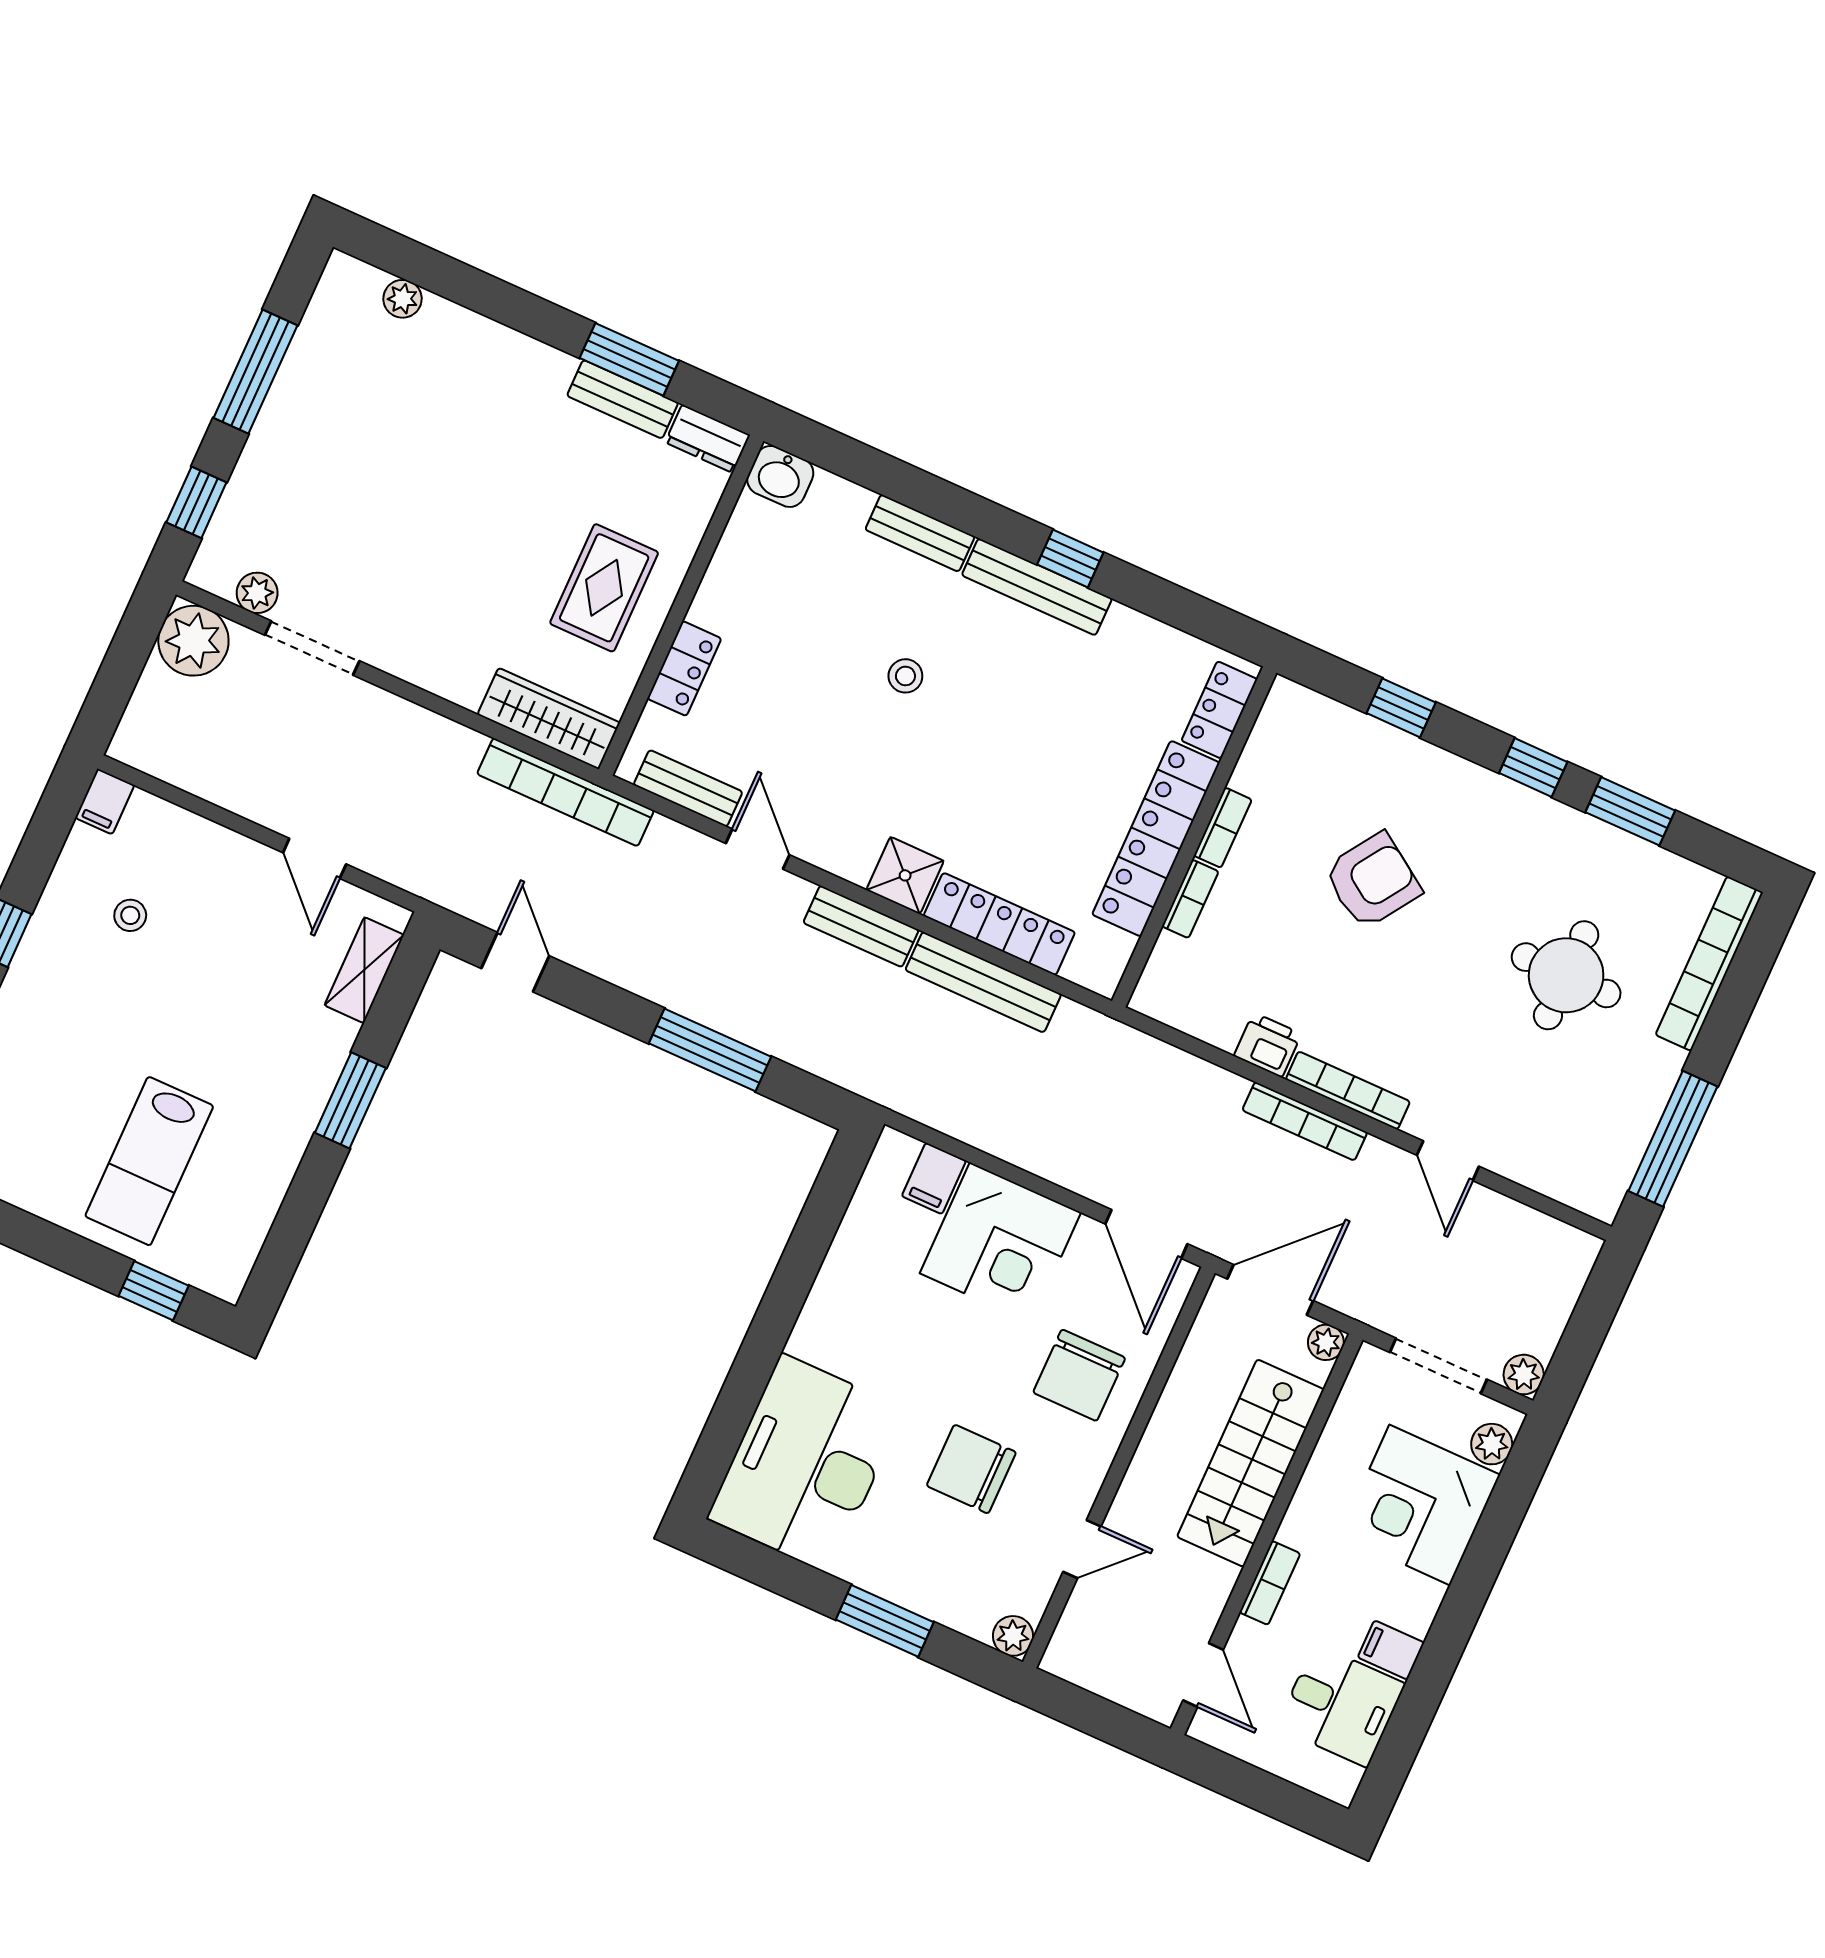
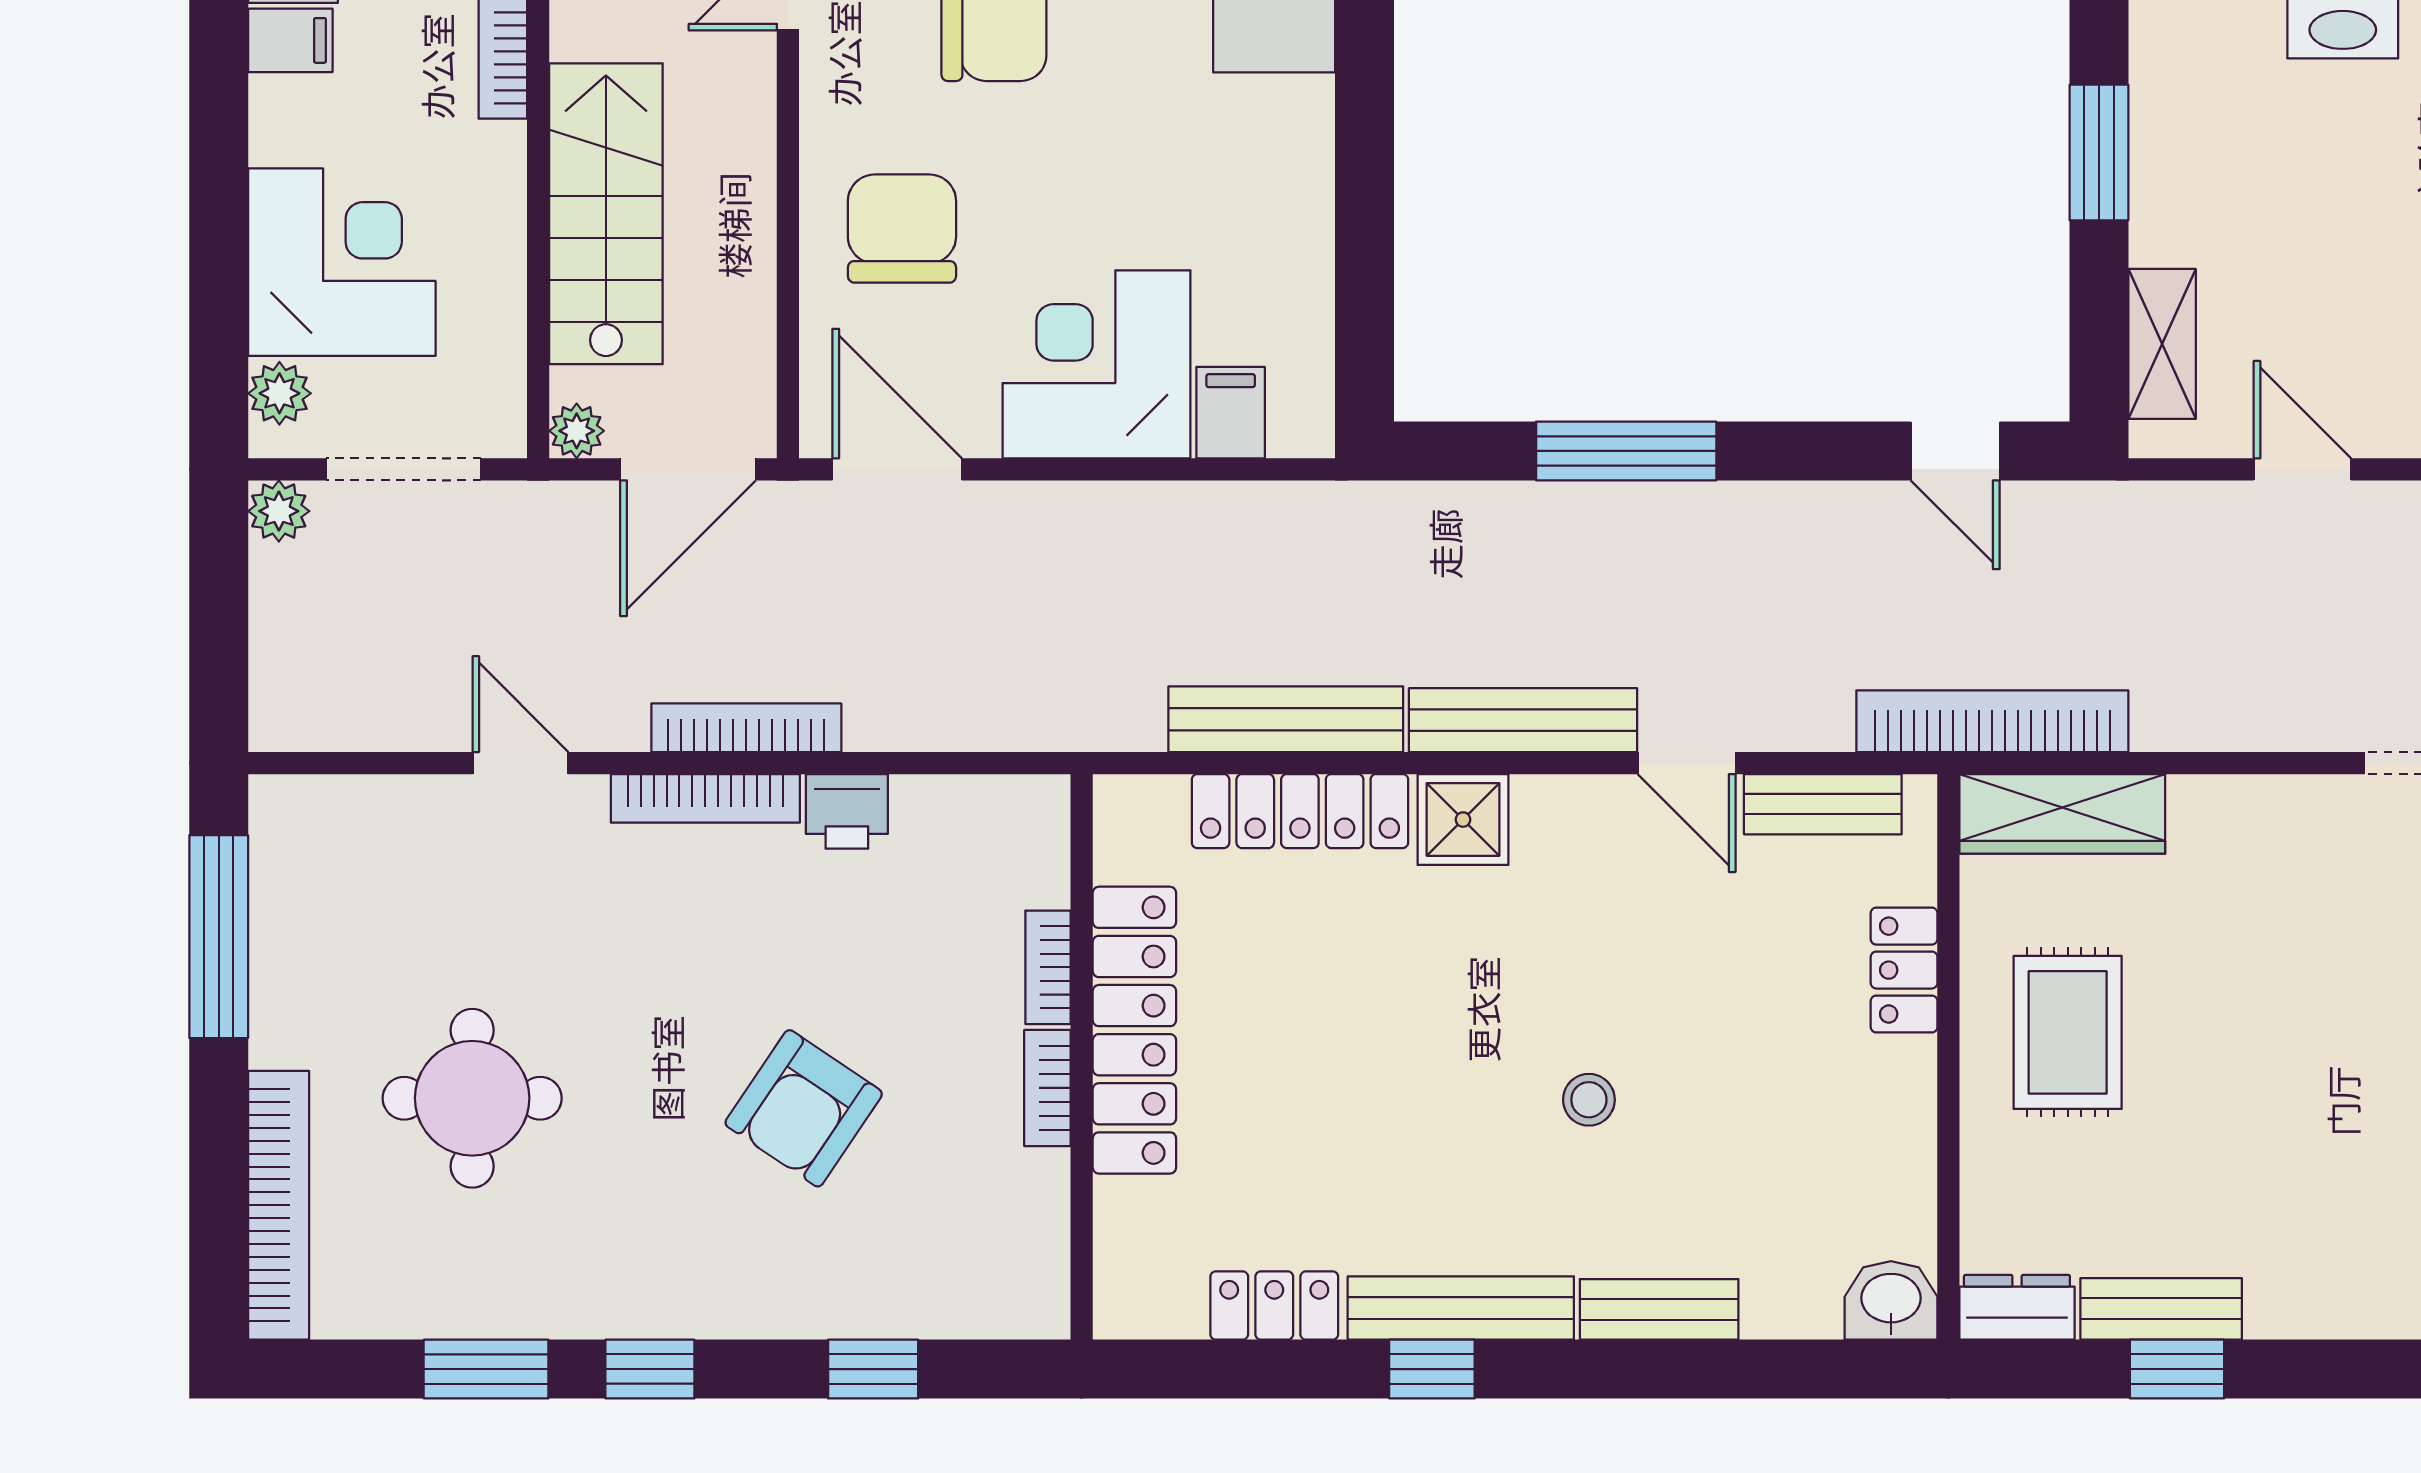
window: (629, 359) -> (2177, 1369), width x0.67
locker: (1219, 710) -> (1274, 1305), moved, turned -90
bench: (861, 926) -> (1523, 720), width x1.36

